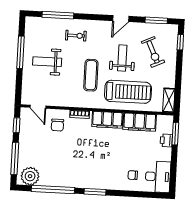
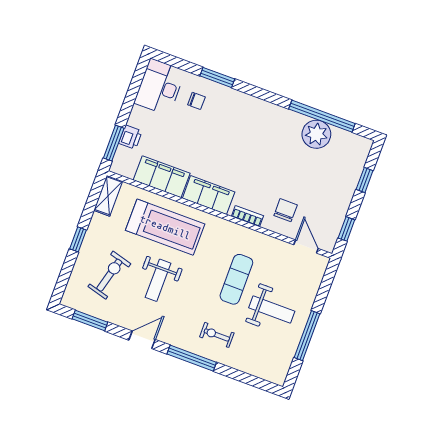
window: (58, 15) -> (192, 358), moved
window: (180, 42) -> (78, 239), moved
exercise bike: (153, 52) -> (109, 275), turned 40
exercise mat: (91, 75) -> (236, 279), moved
treadmill: (128, 92) -> (165, 227), turned 180
window: (15, 159) -> (365, 180), width x0.46
plant: (30, 176) -> (316, 134), moved
window: (95, 192) -> (217, 77), moved

